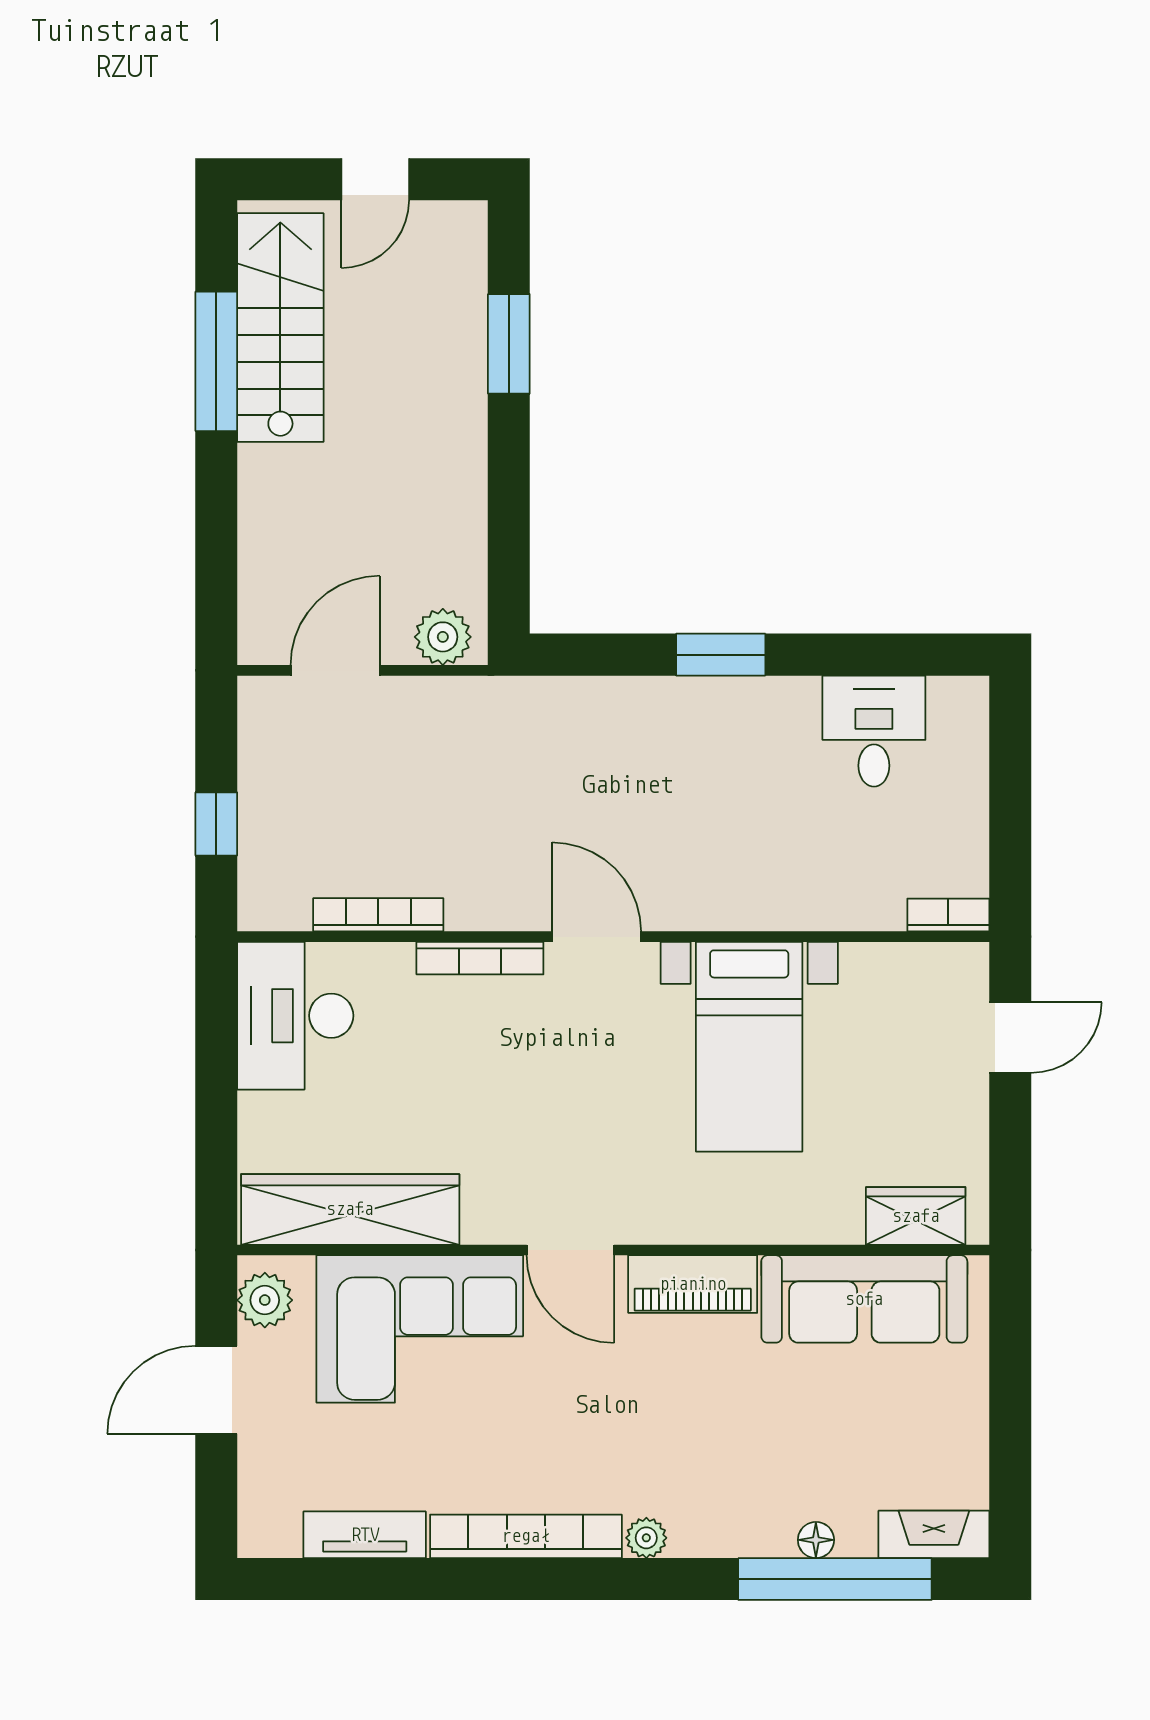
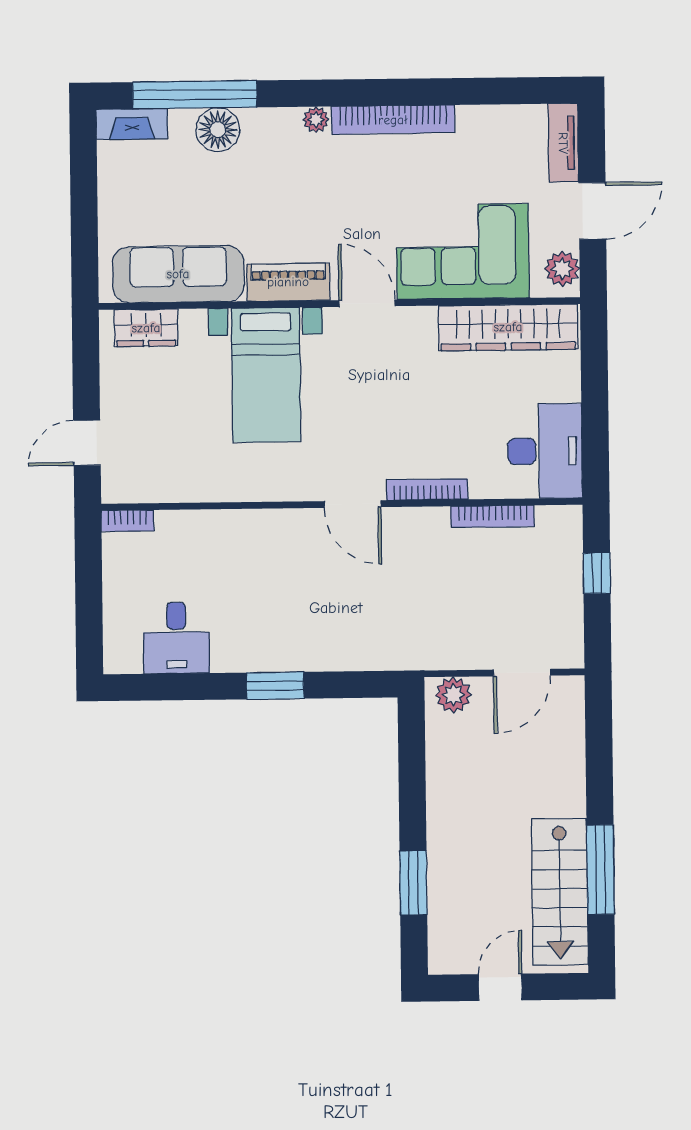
bed with nightstands: (749, 1047) -> (266, 375), moved, turned 180
tv unit: (365, 1535) -> (563, 143), moved, turned 90
floor lamp: (816, 1540) -> (218, 130), width x1.89, depth x1.89

